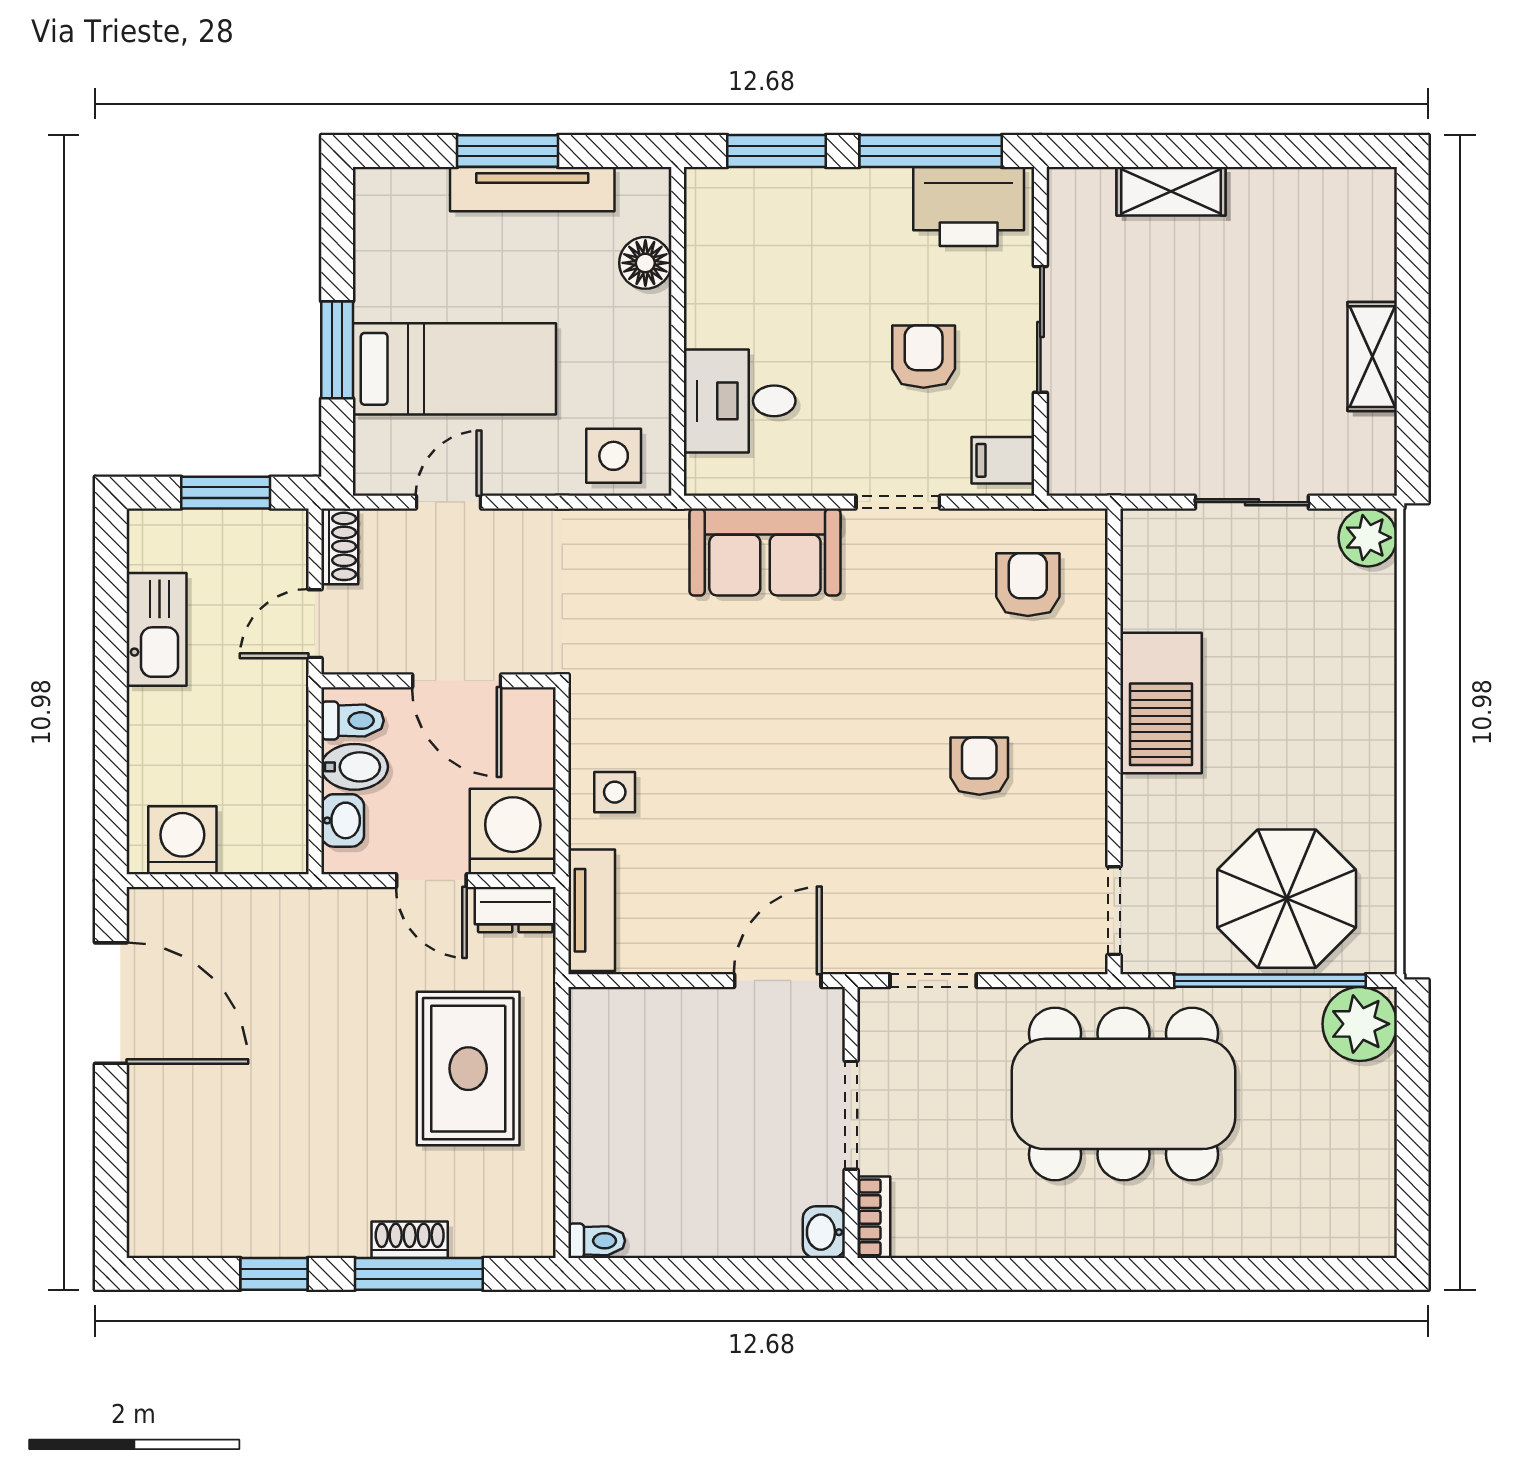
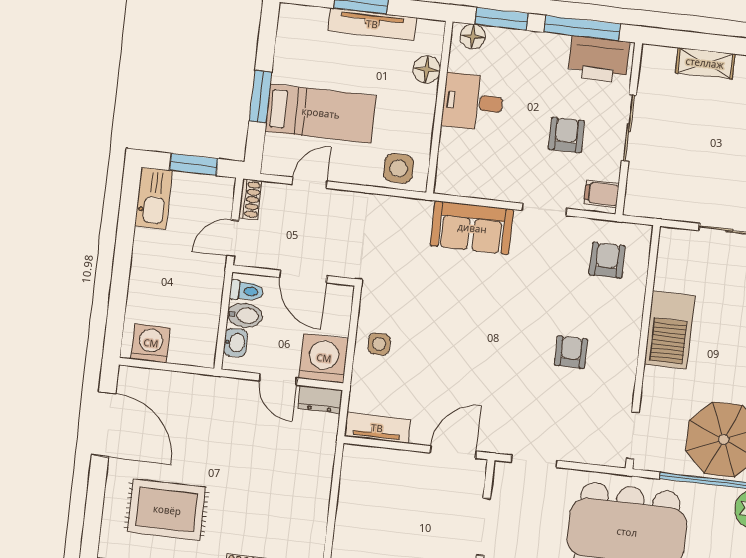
floor lamp: (725, 190) -> (473, 36), added
desk: (740, 401) -> (473, 102), moved
kitchen sink: (157, 629) -> (153, 198), moved
tv unit: (592, 910) -> (377, 428), moved, turned -90
rug: (468, 1069) -> (167, 510), moved, turned 90

